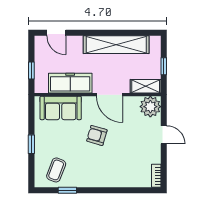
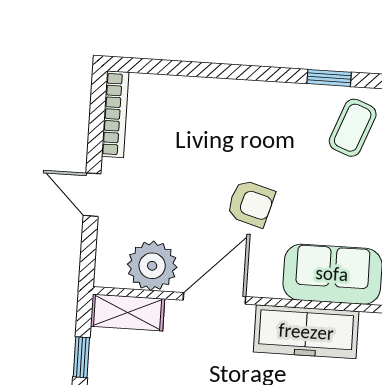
door: (110, 95) -> (214, 298), hinge flipped
plant: (150, 107) -> (152, 266), moved
bookcase: (156, 176) -> (115, 114), width x1.56

